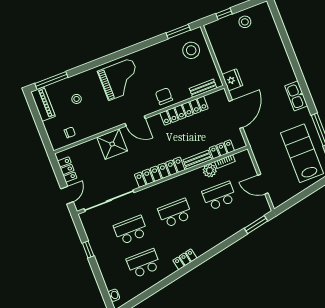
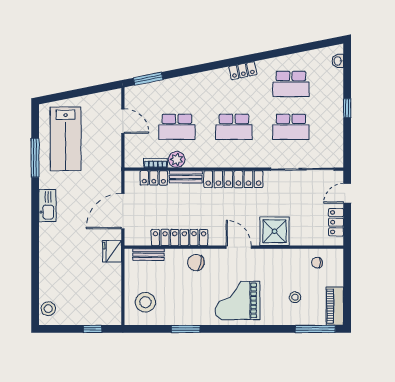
stool: (245, 22) -> (48, 309), moved
window: (178, 31) -> (186, 329), moved
chair: (164, 96) -> (196, 263), turned 102
window: (88, 250) -> (347, 108), moved

